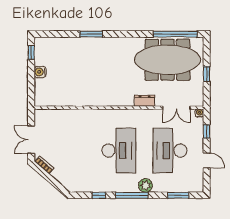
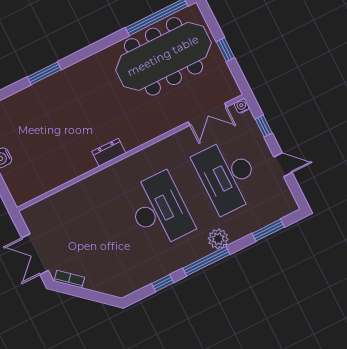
dresser: (145, 101) -> (109, 152), moved

